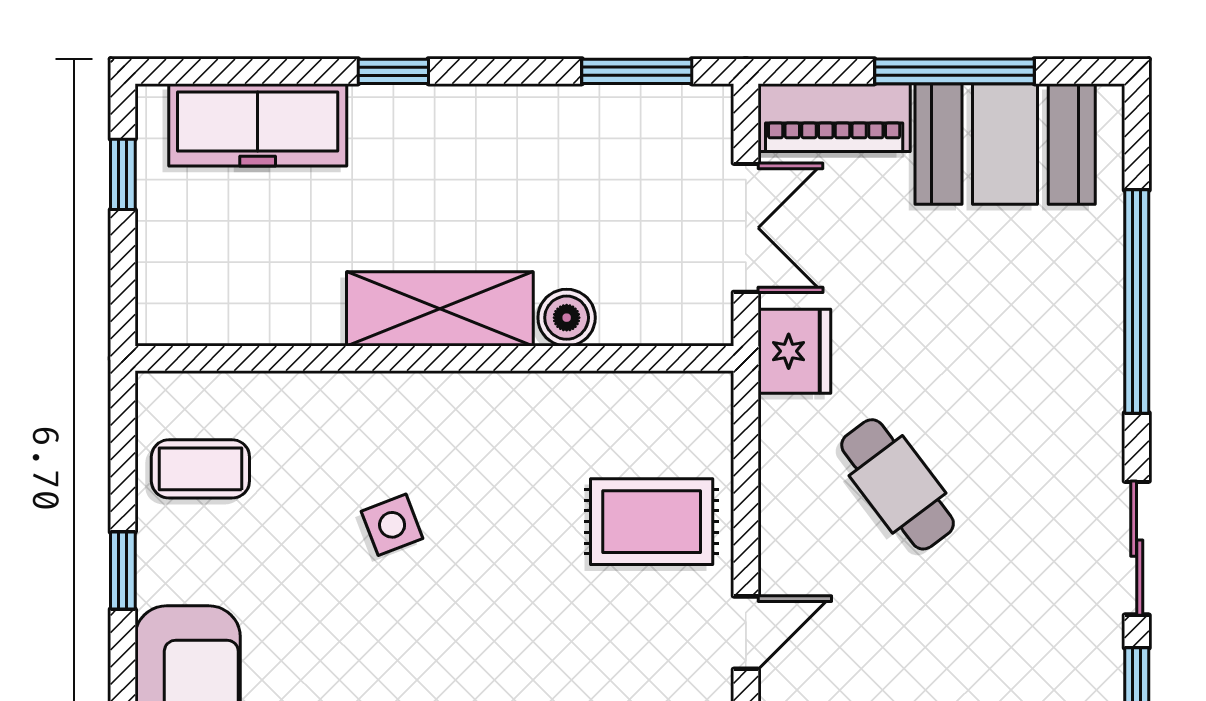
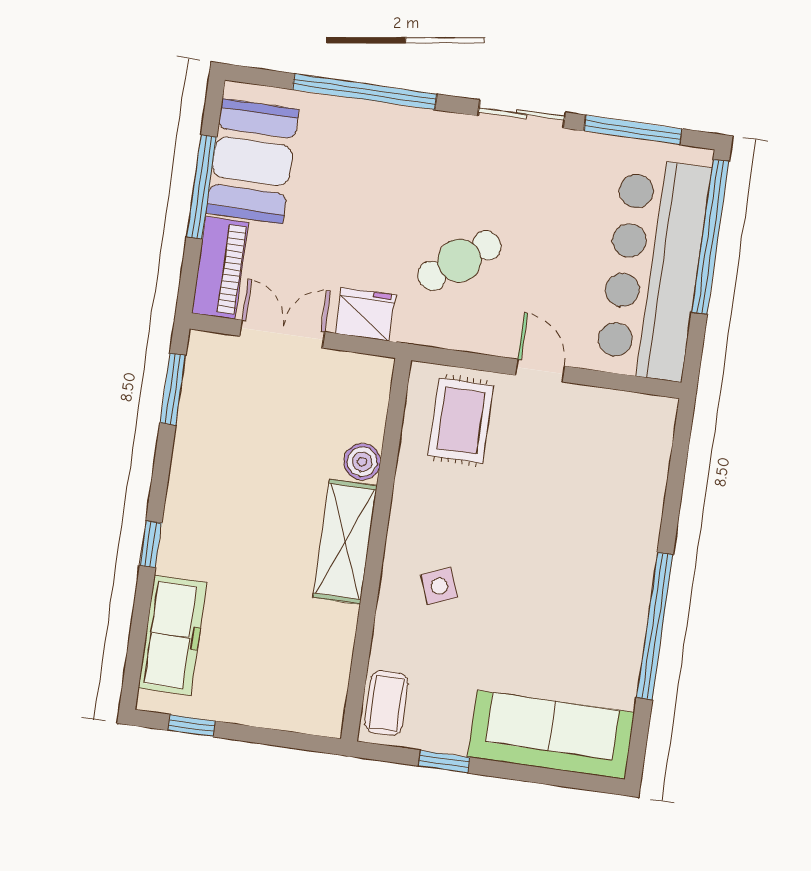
shelving: (440, 309) -> (345, 542), moved
boiler: (567, 318) -> (362, 462), moved
wall: (434, 358) -> (376, 550), moved

